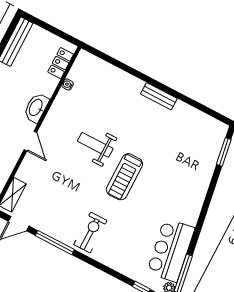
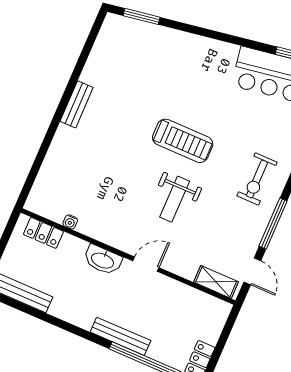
weight bench: (95, 145) -> (175, 199), moved
exercise bike: (90, 233) -> (257, 179), turned -90

